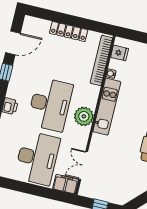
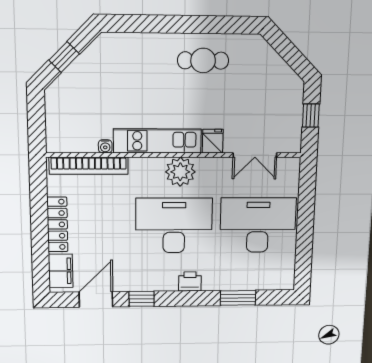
door: (13, 43) -> (96, 299), hinge flipped
fridge: (120, 53) -> (213, 141), moved
filing cabinet: (66, 184) -> (61, 271), moved, turned 180

